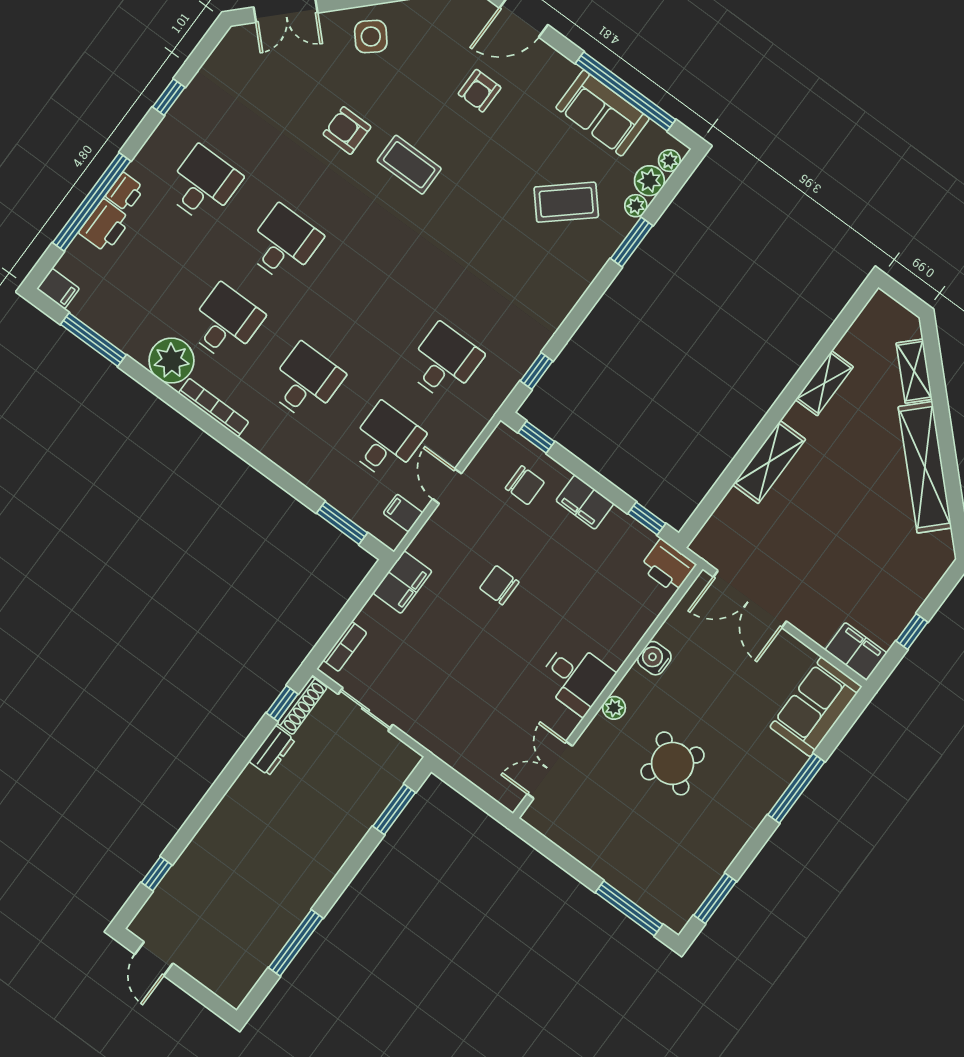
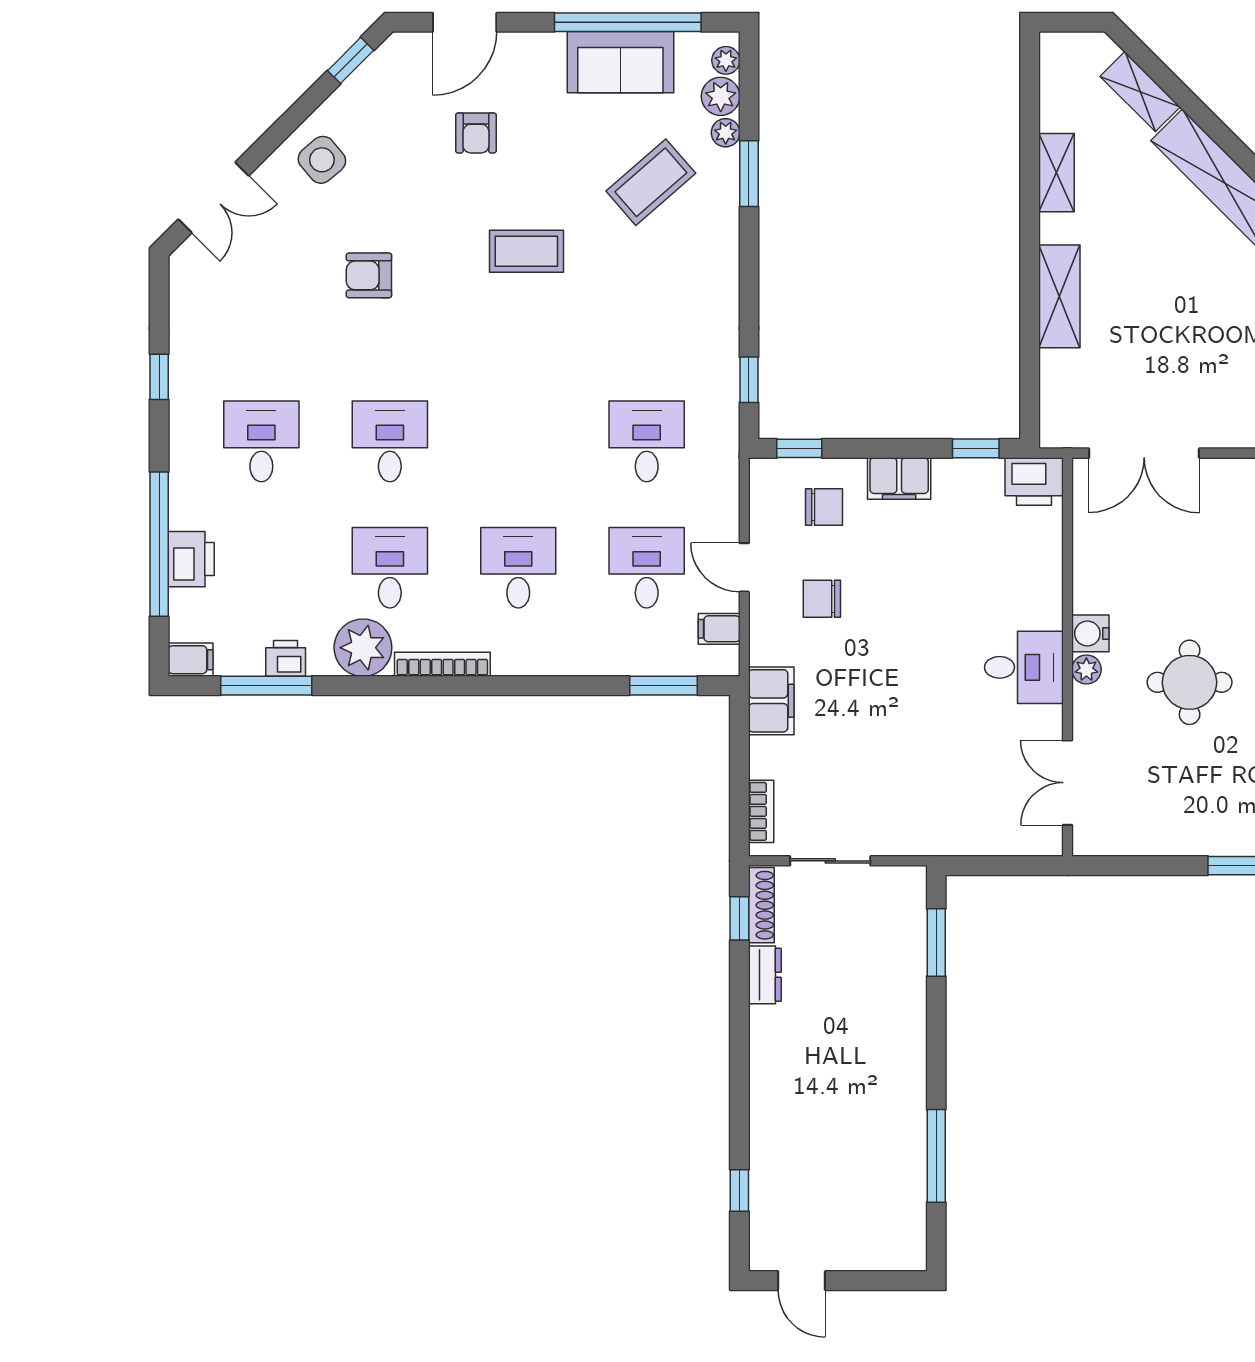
coffee table: (409, 165) -> (526, 251), moved
printer: (125, 192) -> (286, 658), moved, turned -90
chair: (499, 585) -> (822, 599), moved
water cooler: (654, 658) -> (1090, 633), moved
round table: (673, 763) -> (1190, 682), turned -34

